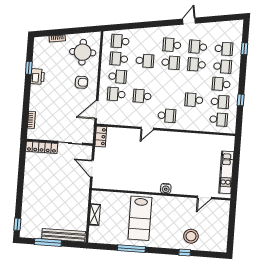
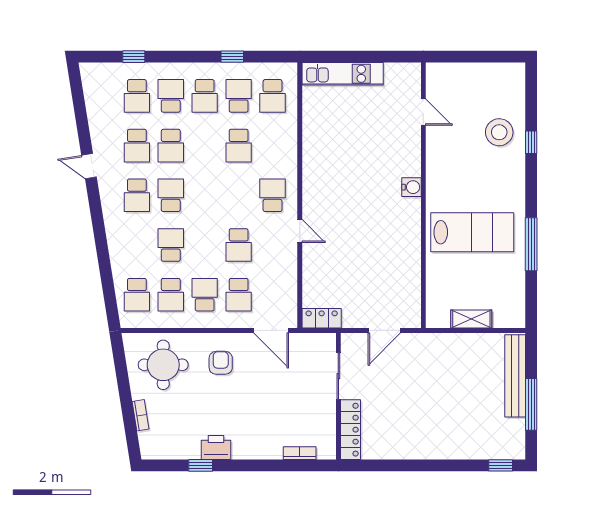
school desk: (224, 49) -> (137, 96), turned 180
school desk: (219, 119) -> (273, 96), turned 180
kitchen unit: (226, 172) -> (343, 74), moved

